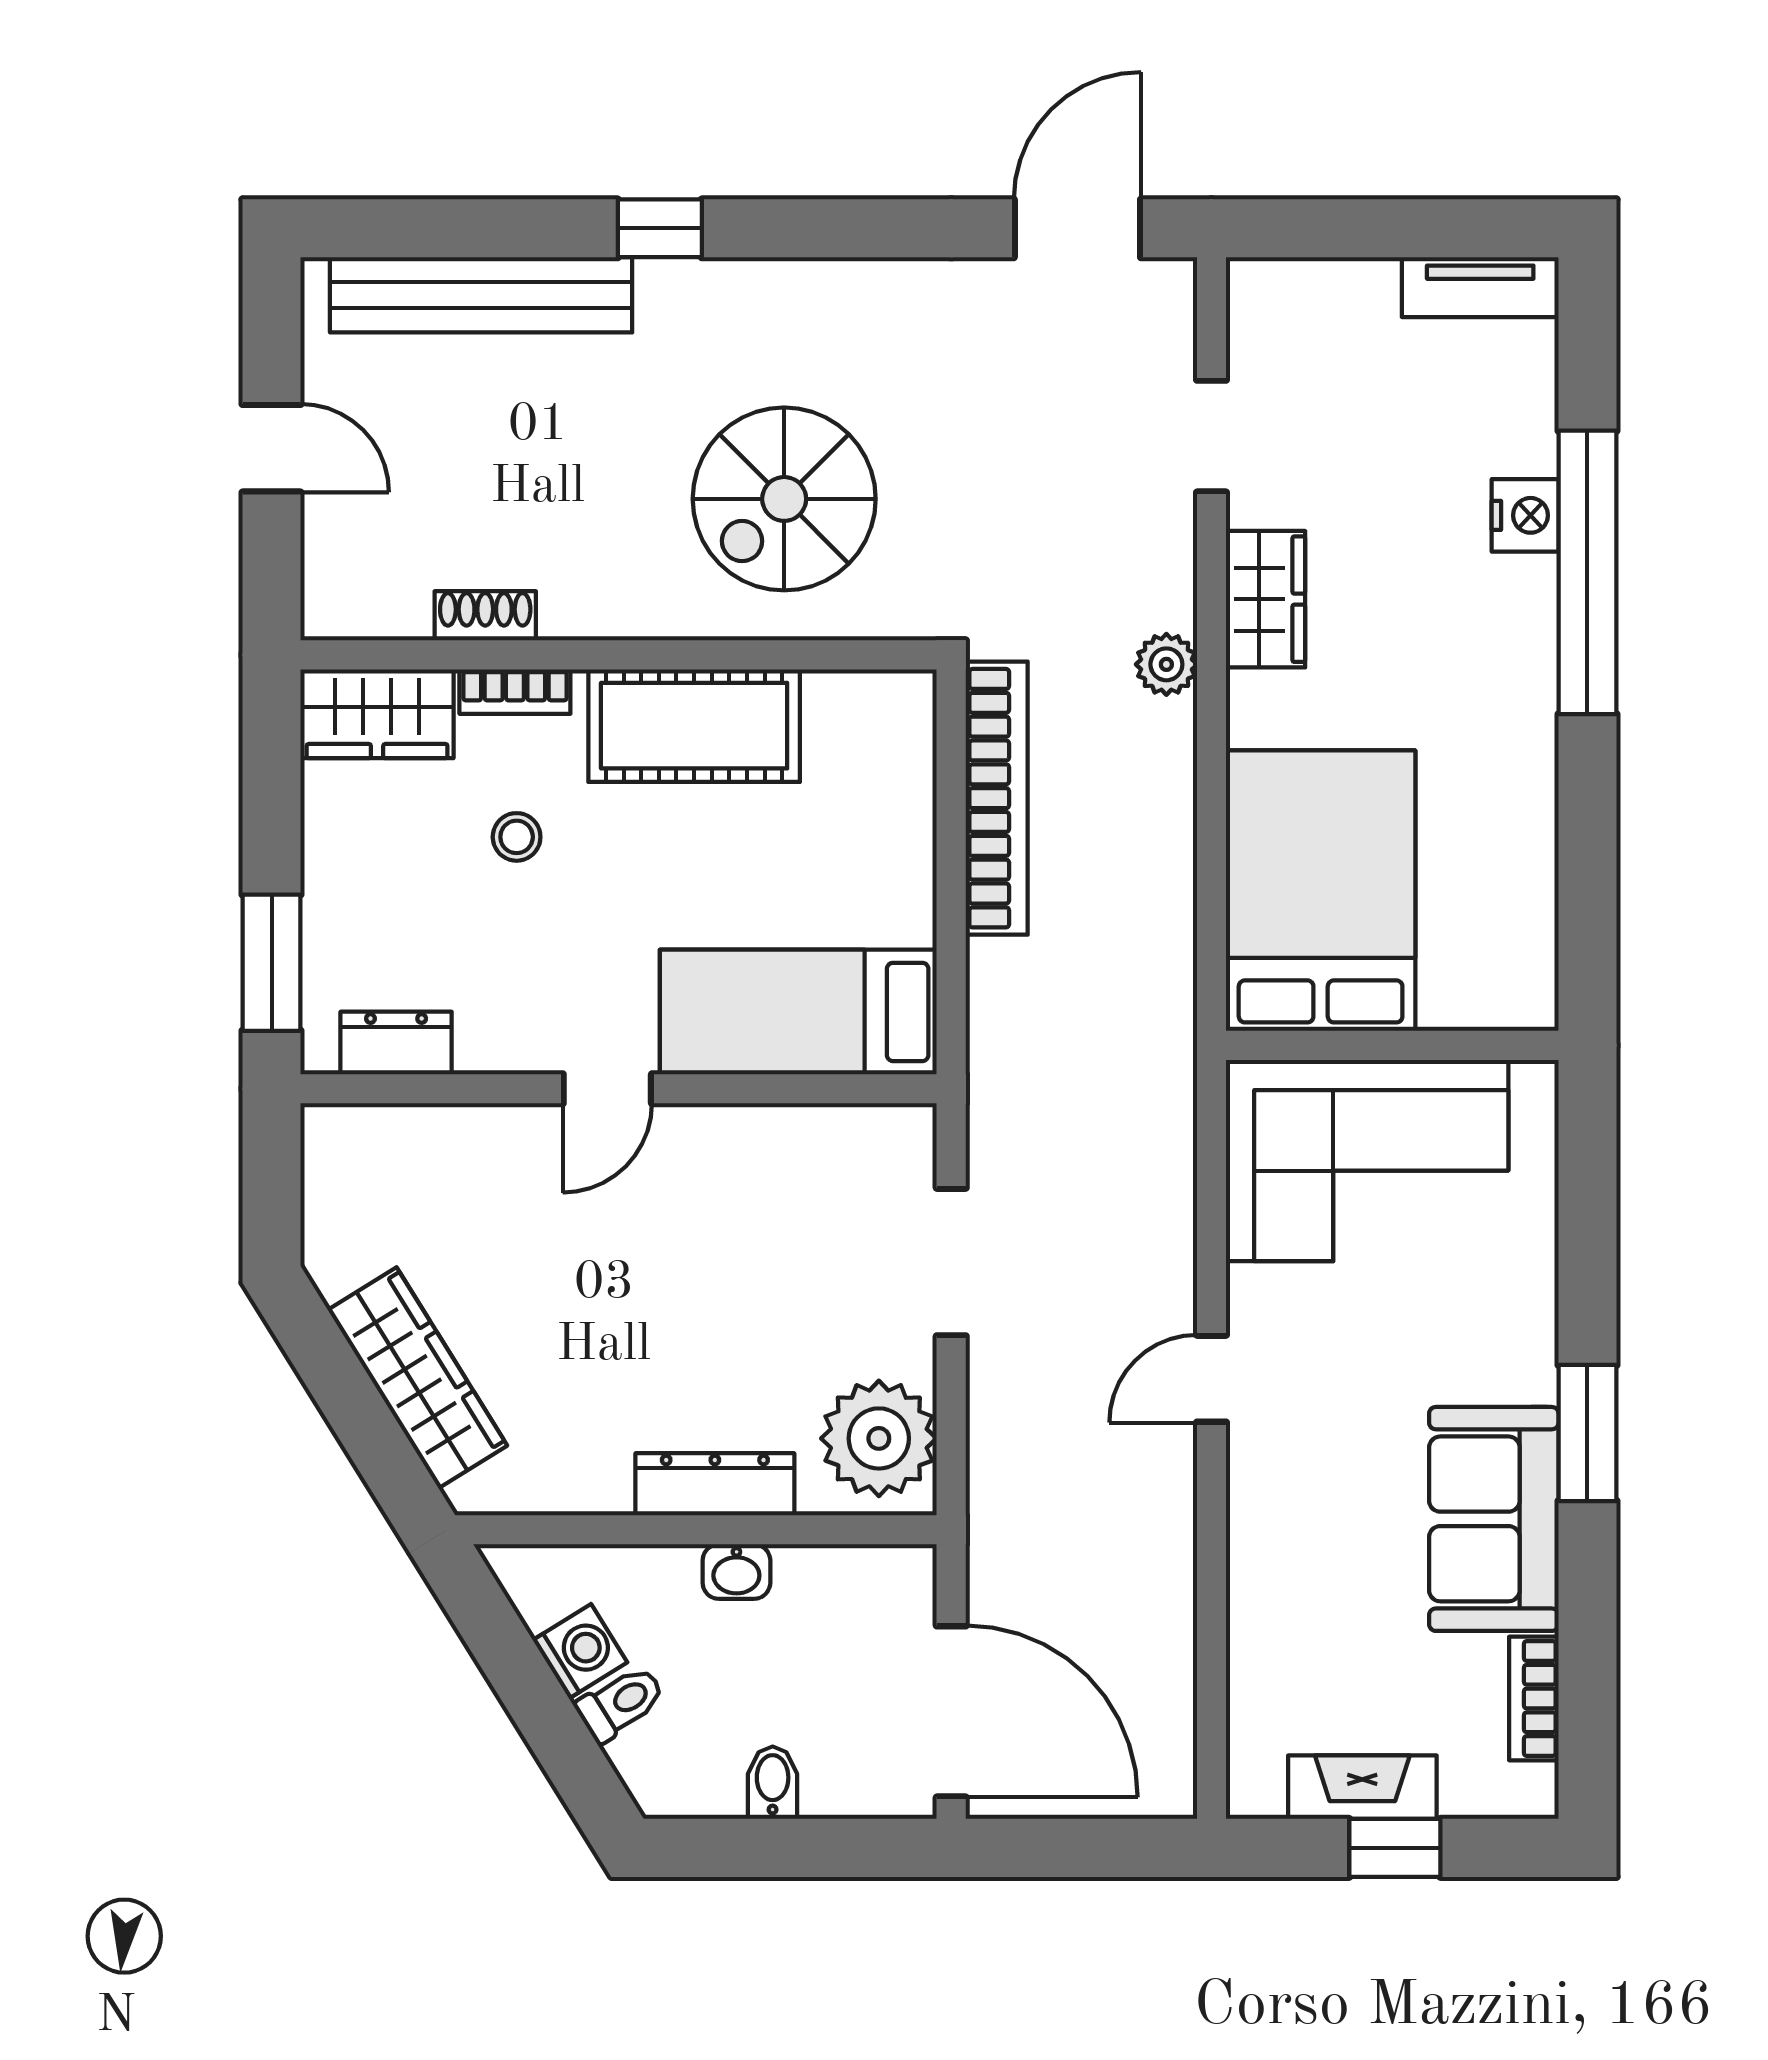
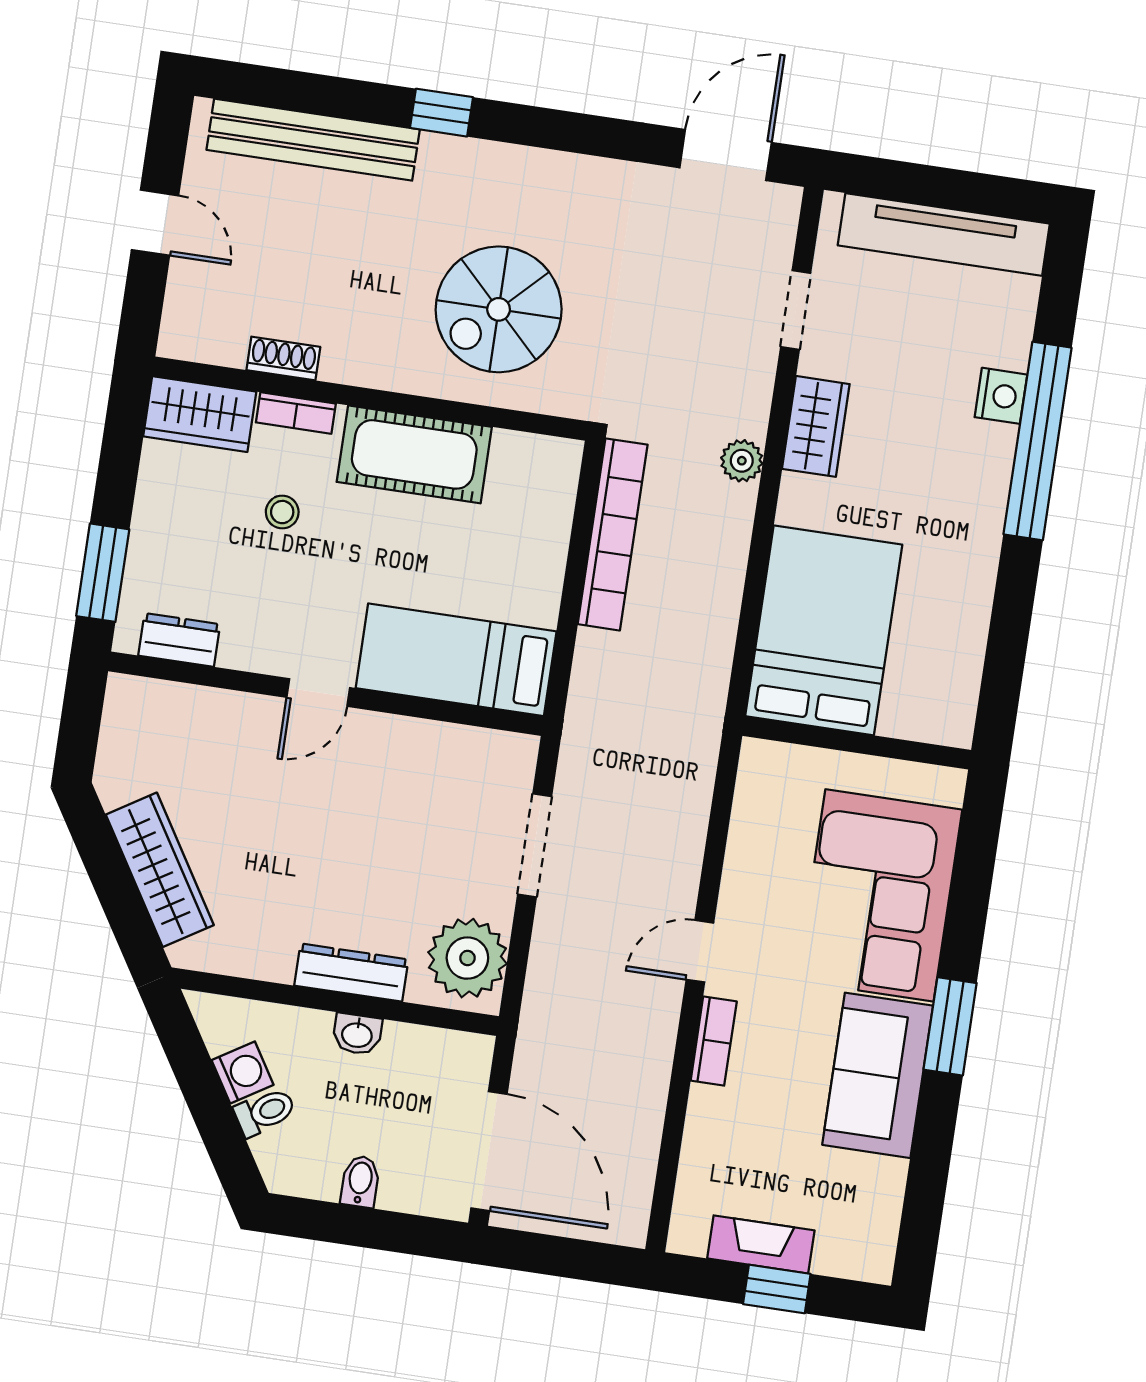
tv unit: (1480, 287) -> (944, 235), width x1.92, depth x1.29
corner sofa: (1367, 1161) -> (879, 895), moved, turned 90
bookcase: (1534, 1699) -> (714, 1041), moved, turned 180

